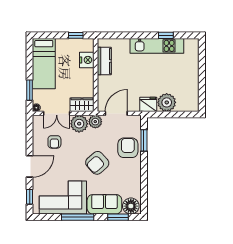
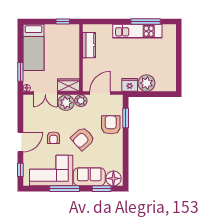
window: (166, 35) -> (146, 22), width x2.17
nightstand: (87, 60) -> (73, 44), removed
armchair: (54, 142) -> (53, 138), moved

